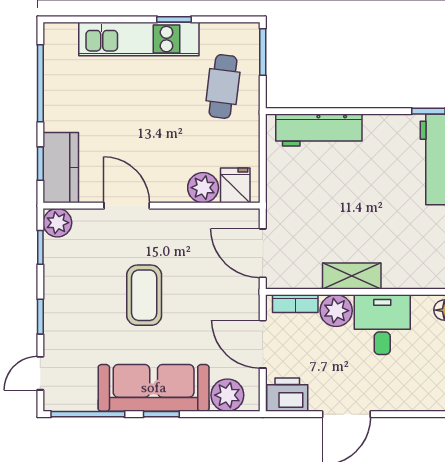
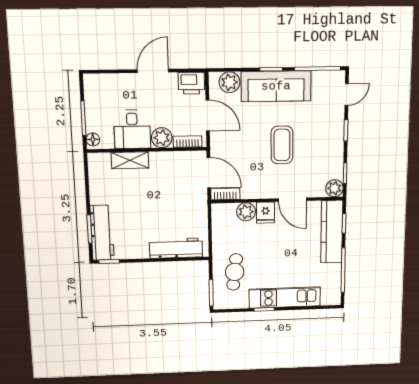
kitchen counter: (61, 168) -> (332, 232), width x1.50
fridge: (235, 185) -> (266, 213), moved
bookcase: (236, 218) -> (225, 194), added
shelving: (352, 276) -> (130, 160), moved

